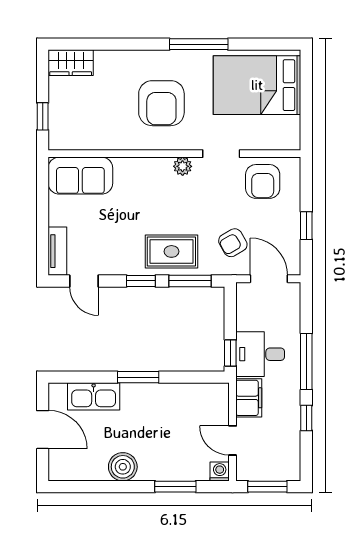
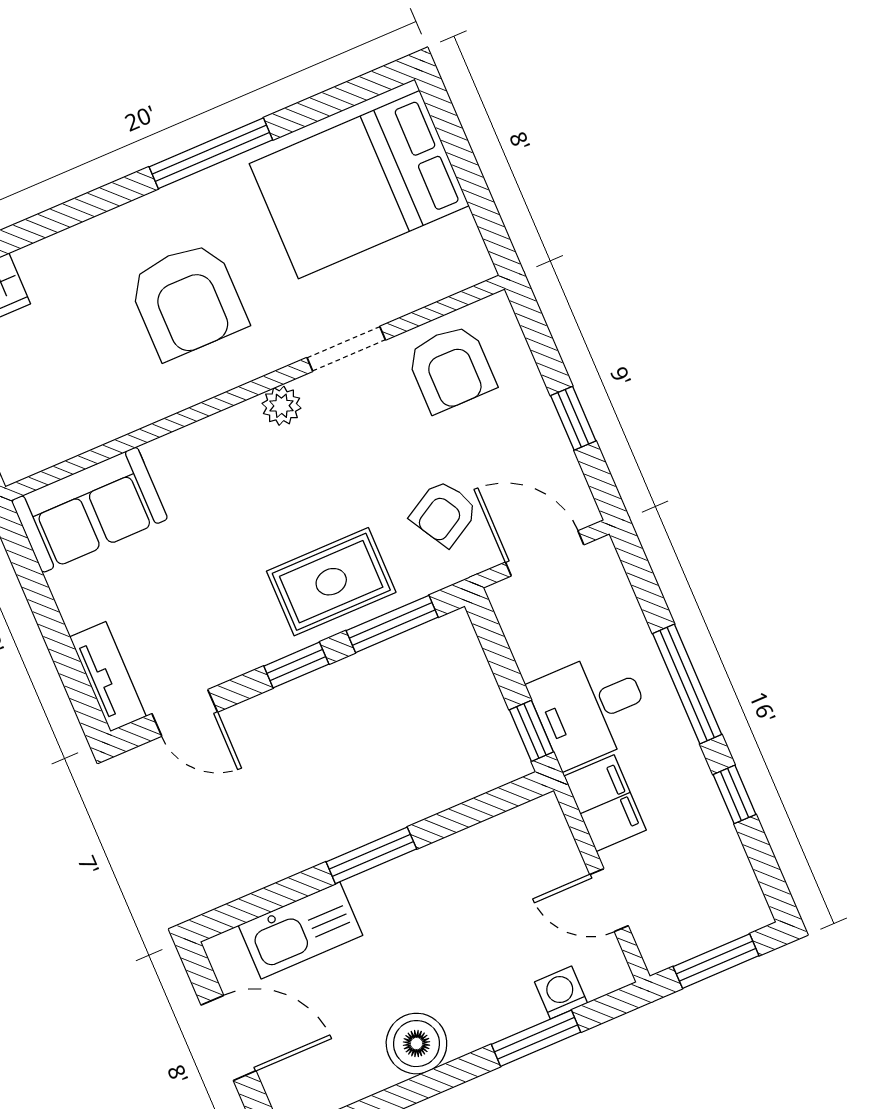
washing machine: (220, 471) -> (561, 993), moved

